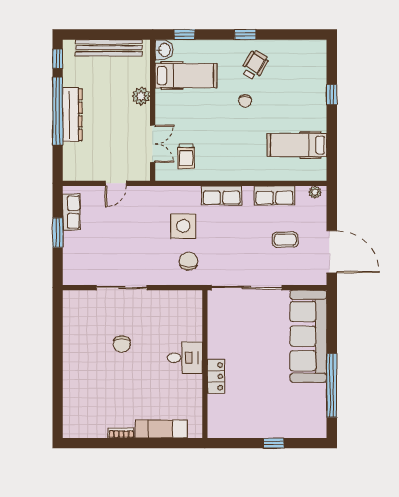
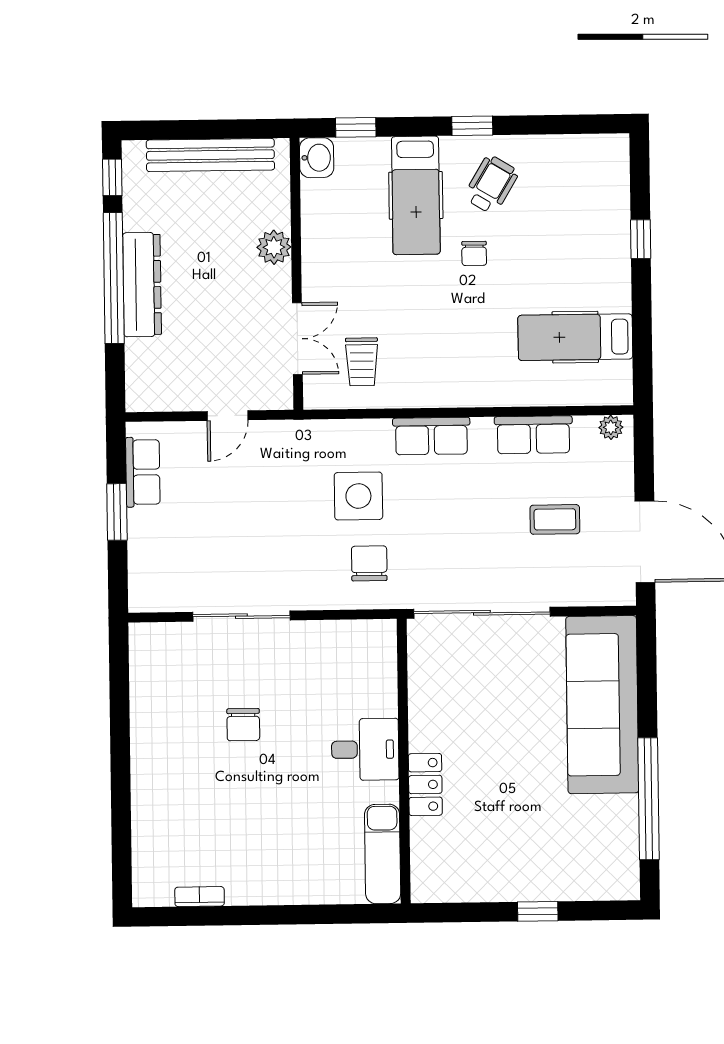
hospital bed: (186, 76) -> (416, 195), moved, turned 90
exam couch: (161, 429) -> (383, 854), moved, turned -90
bookcase: (121, 433) -> (200, 897), moved

